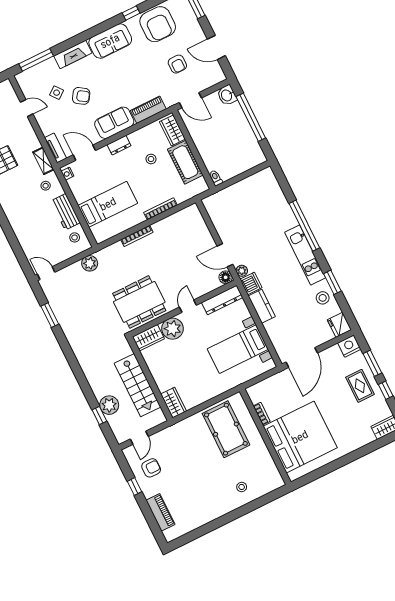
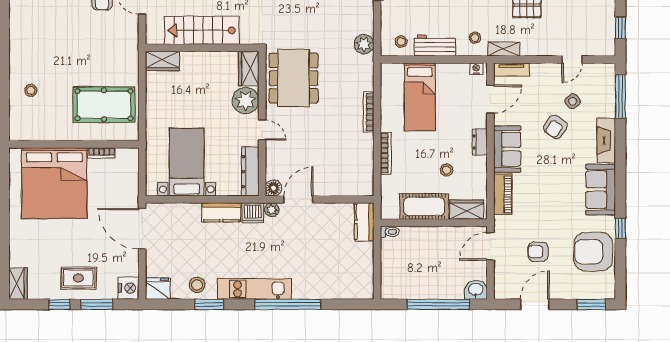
kitchen counter: (218, 200) -> (364, 222), added

